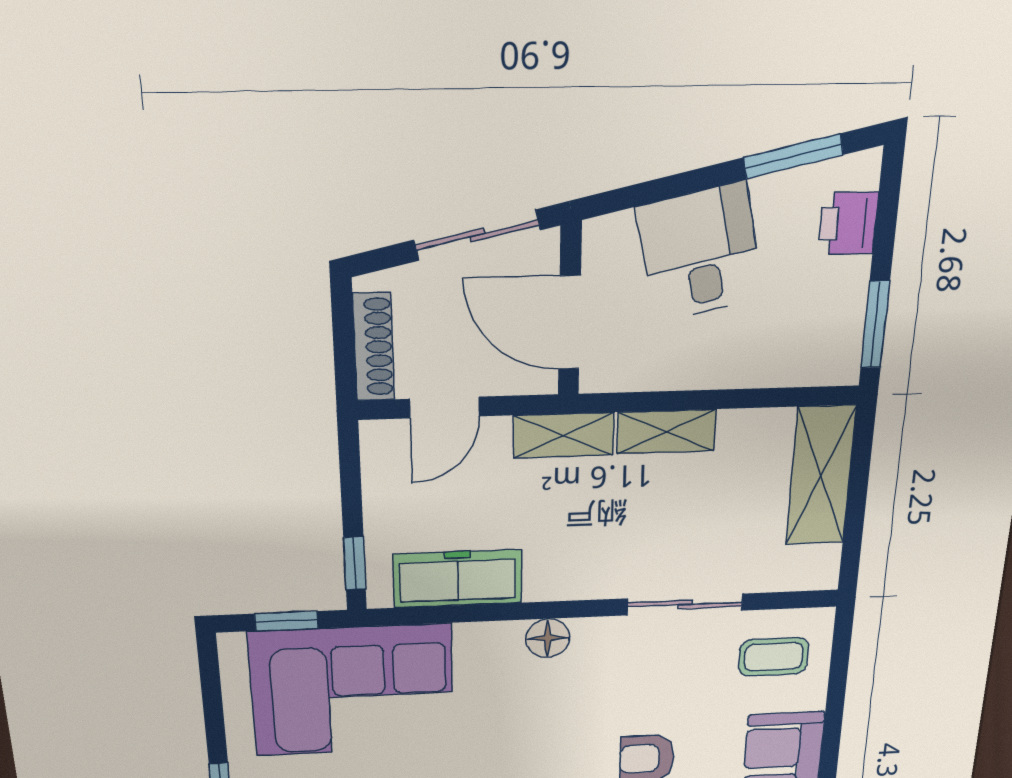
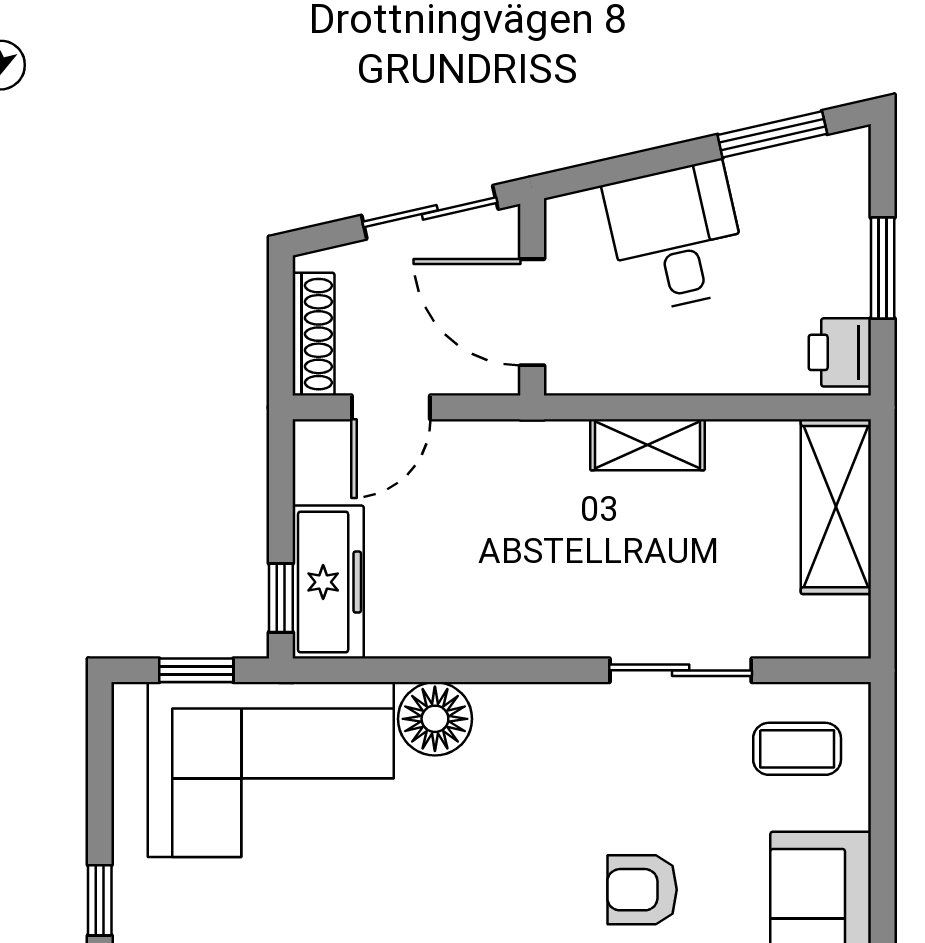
printer: (848, 224) -> (840, 352), moved
window: (875, 325) -> (883, 268), moved
shelving: (564, 435) -> (528, 445), removed
freezer: (458, 579) -> (328, 582), moved, turned 90
floor lamp: (548, 638) -> (435, 719), moved, width x1.38, depth x1.38

